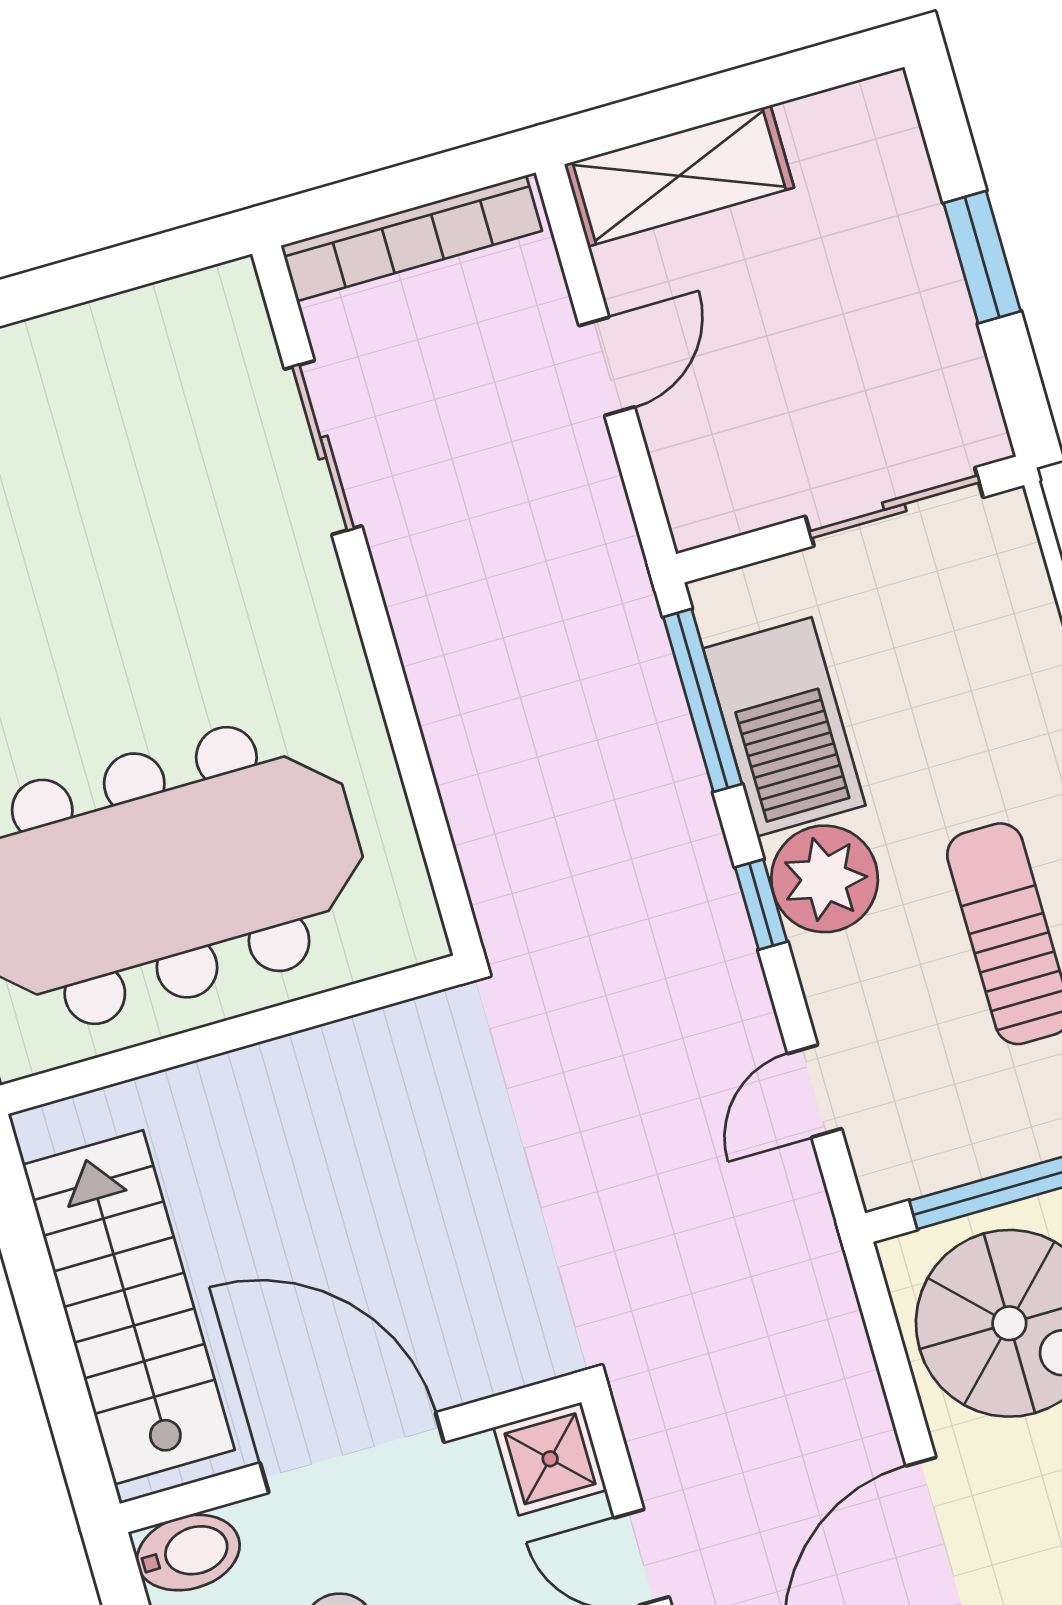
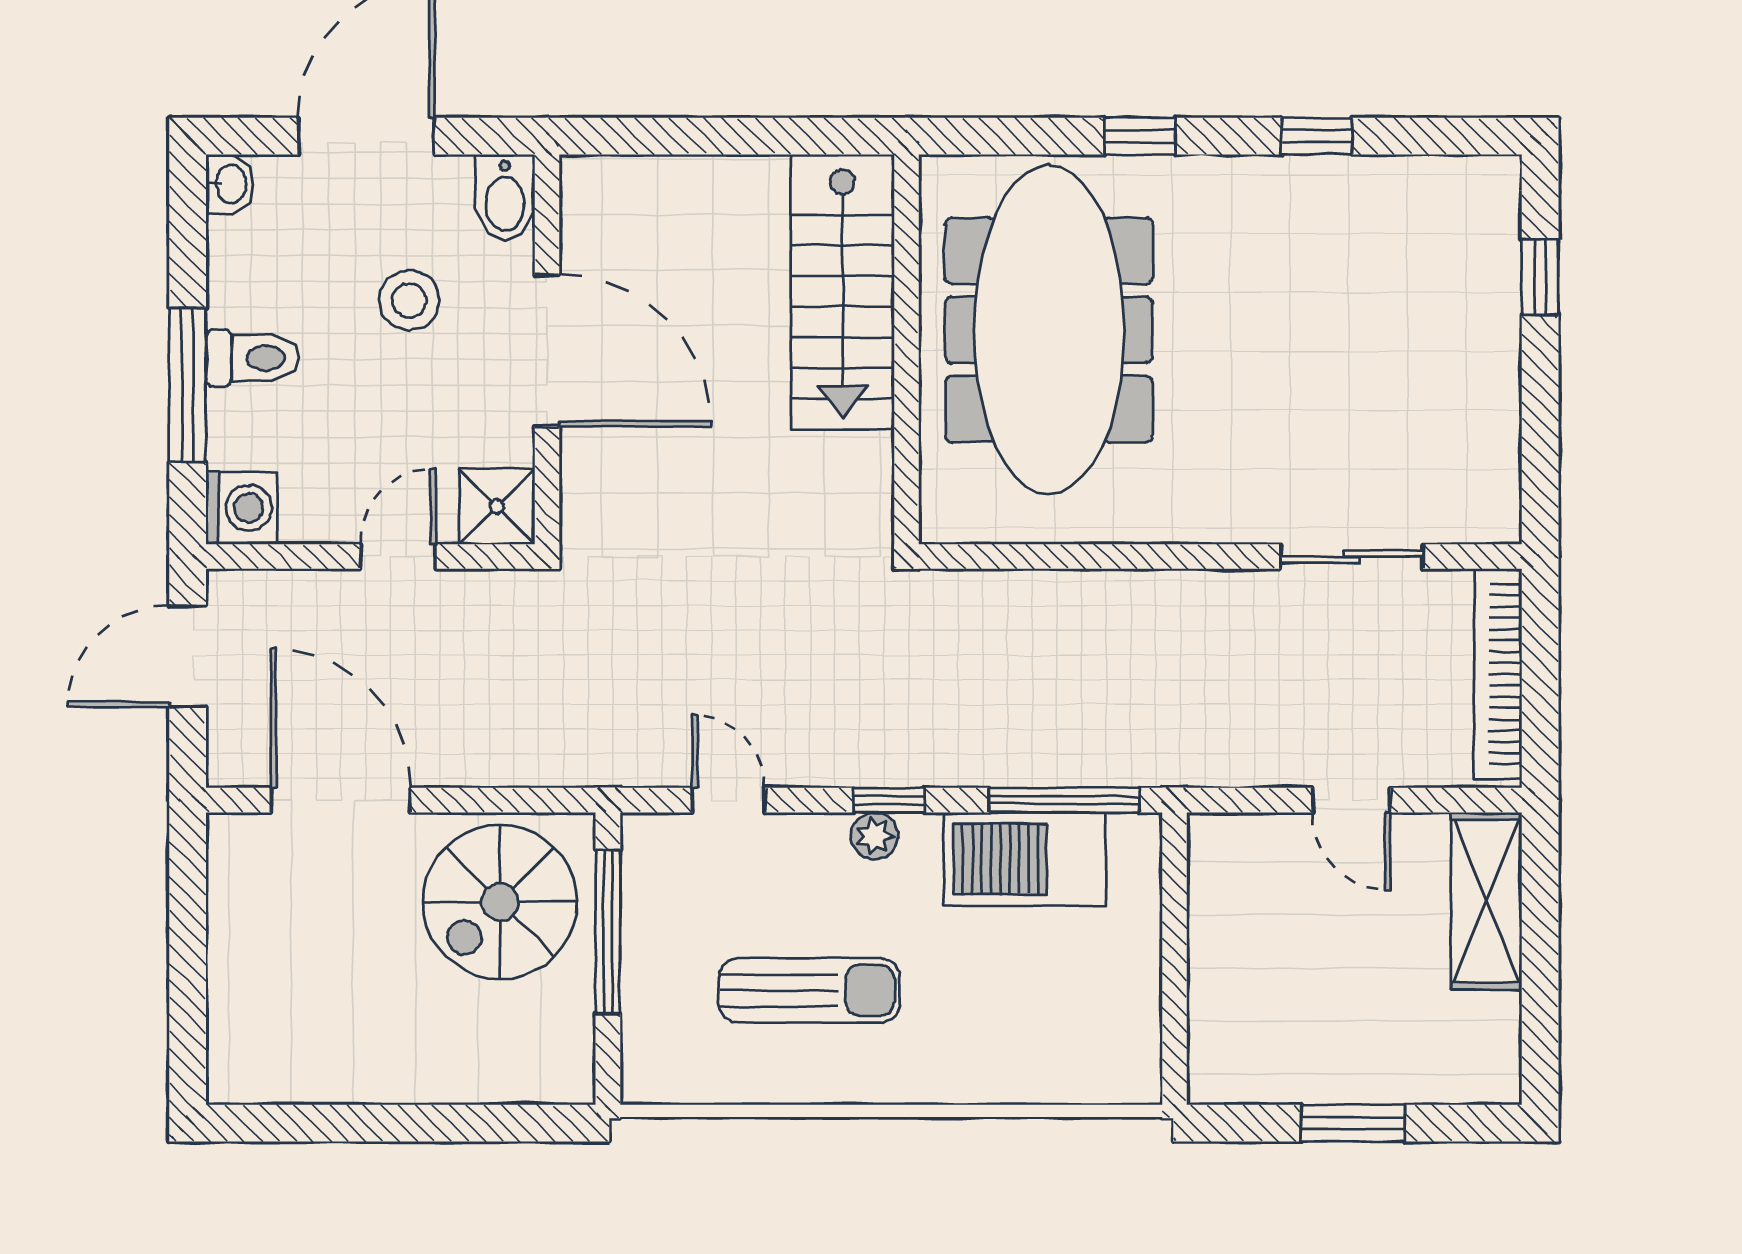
sliding door: (894, 507) -> (1175, 997), removed
plant: (825, 879) -> (874, 836), width x0.53, depth x0.53
stairs: (129, 1307) -> (842, 292), moved, turned 90
door: (352, 1453) -> (547, 351), hinge flipped

